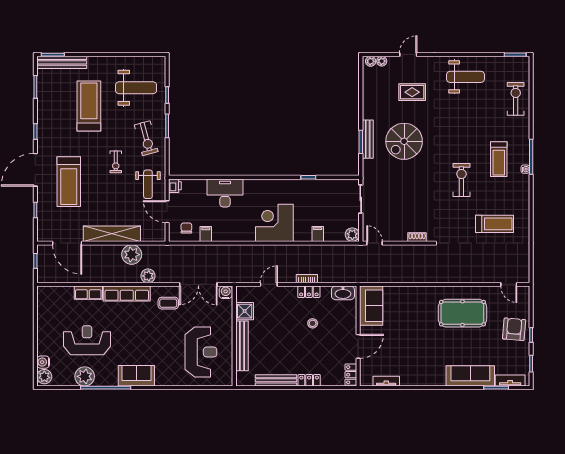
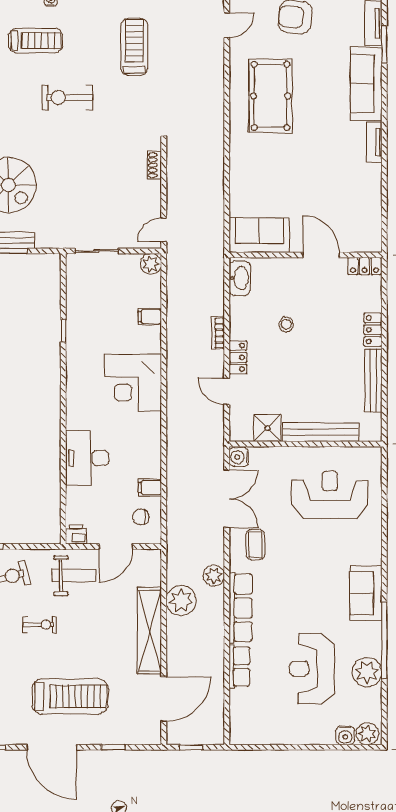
locker: (309, 292) -> (238, 357), moved
tv unit: (386, 381) -> (374, 142), moved

